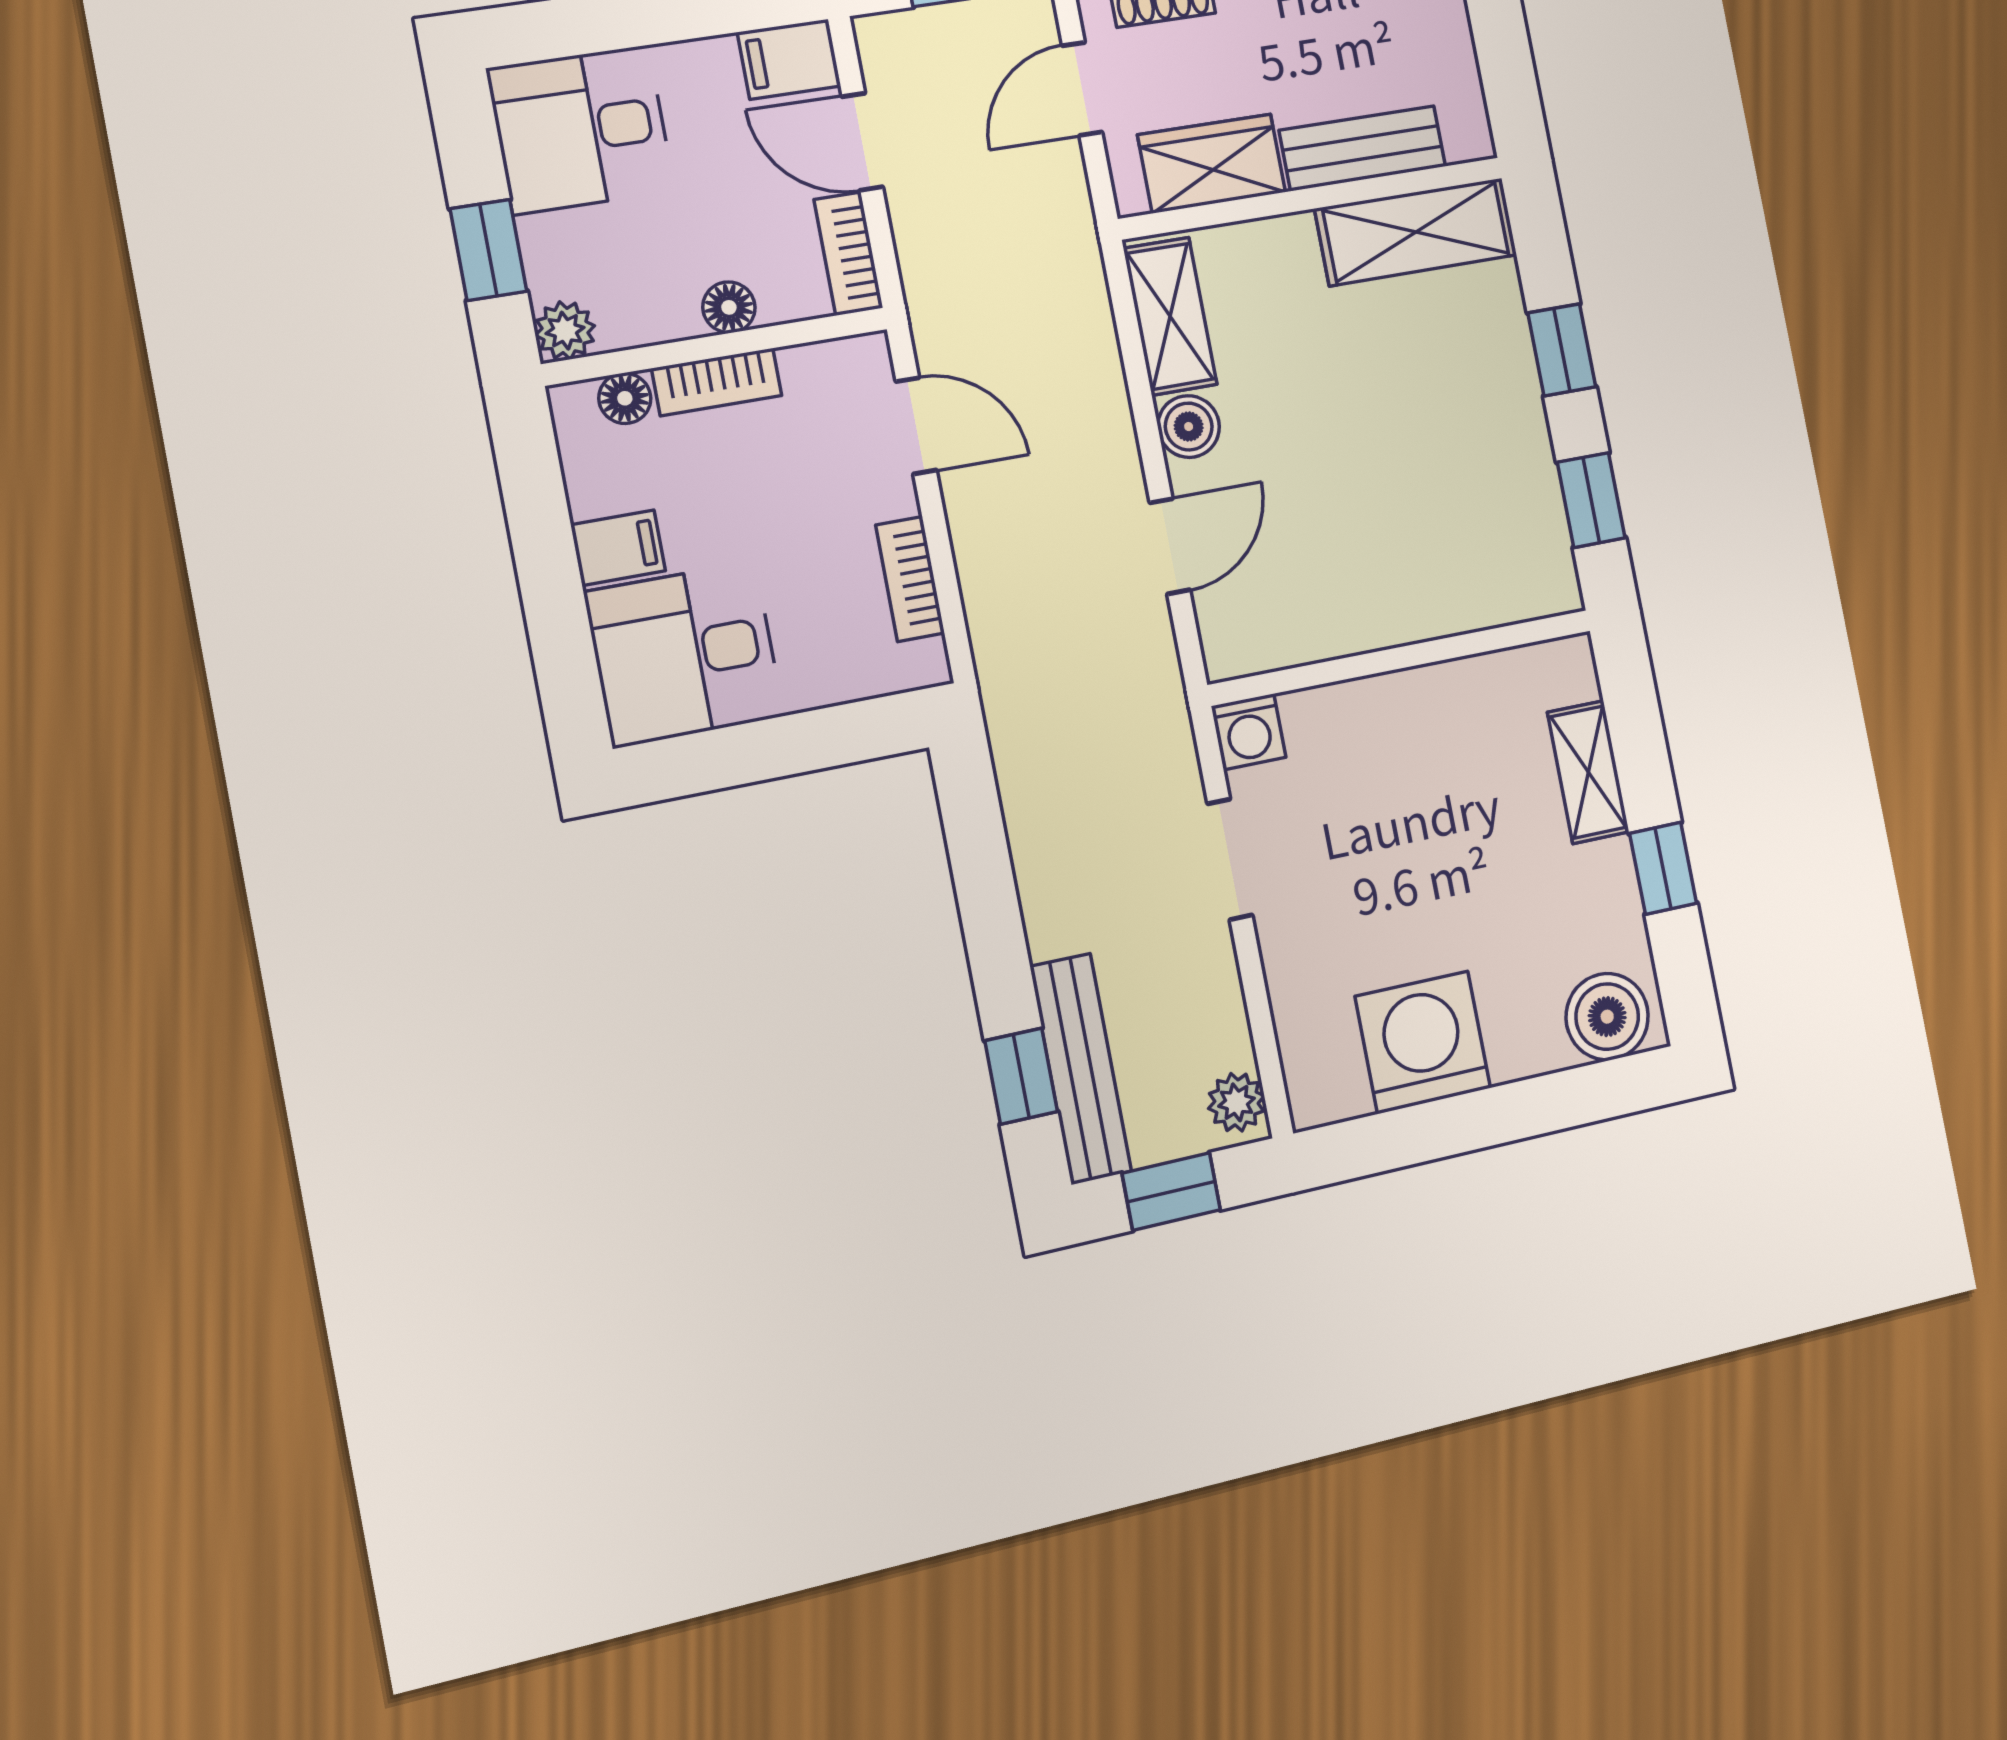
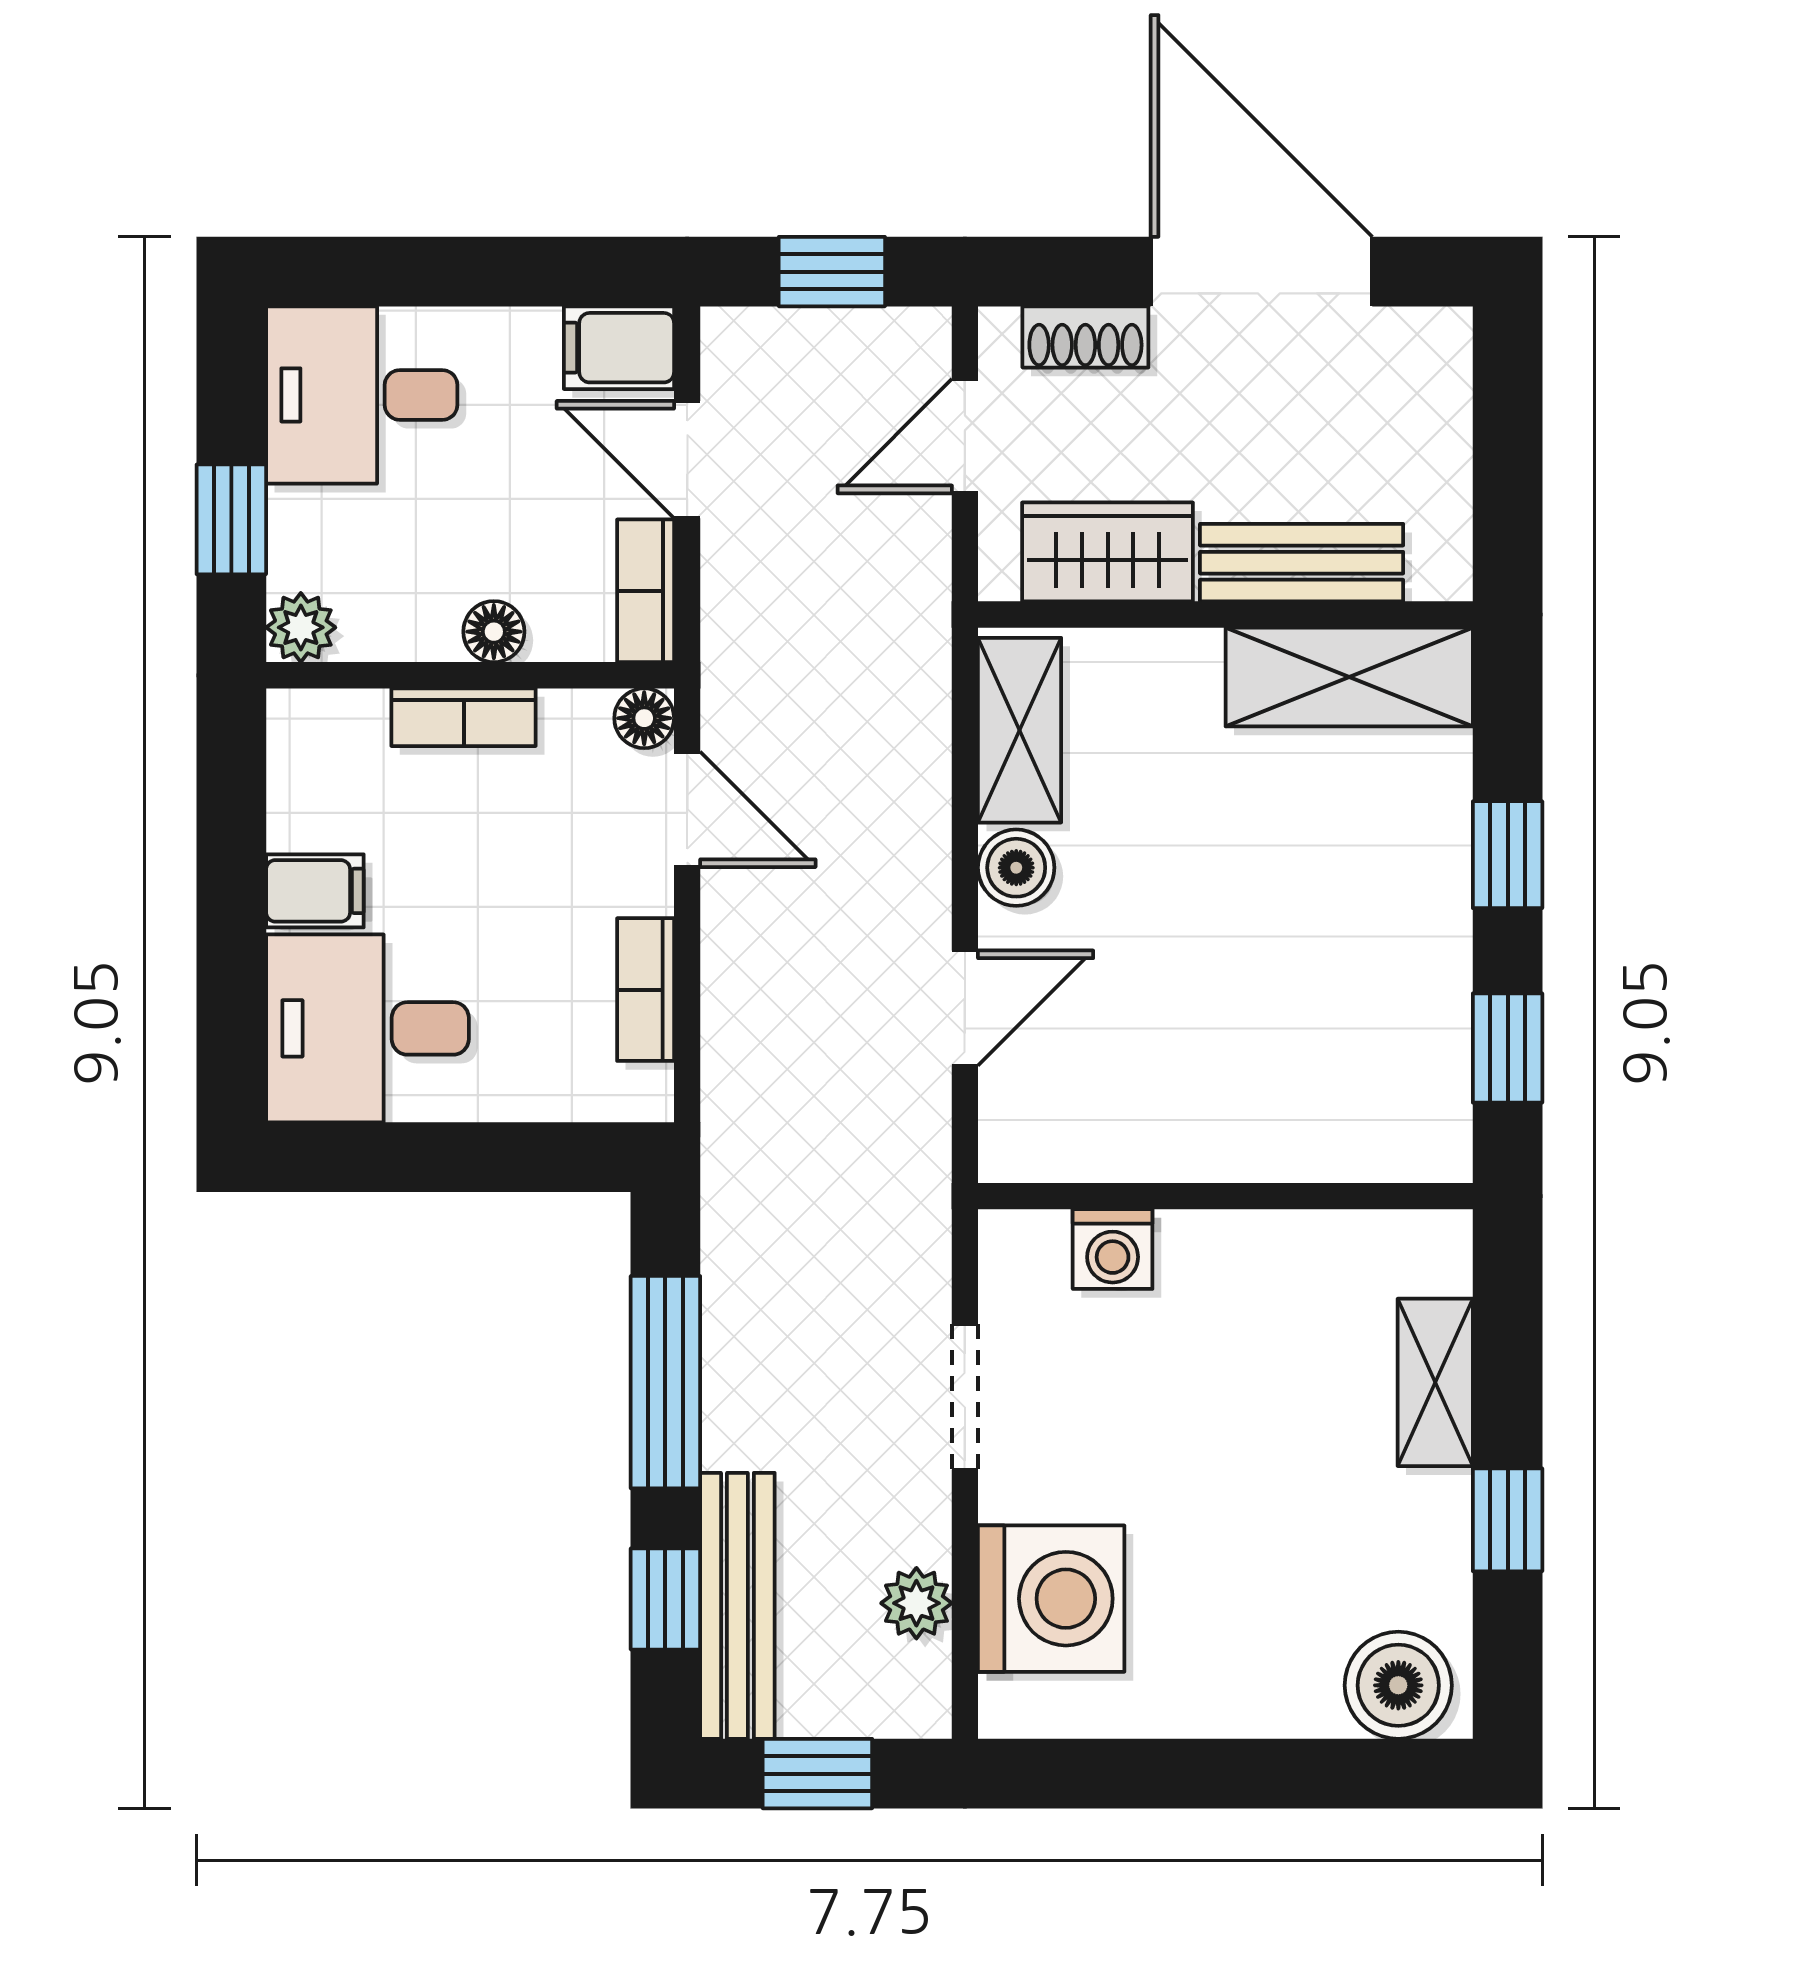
floor lamp: (625, 398) -> (644, 718), moved
washing machine: (1249, 732) -> (1113, 1249), moved
window: (987, 898) -> (665, 1382), added
washing machine: (1423, 1042) -> (1051, 1599), moved, turned 90
plant: (1237, 1102) -> (916, 1603), moved

